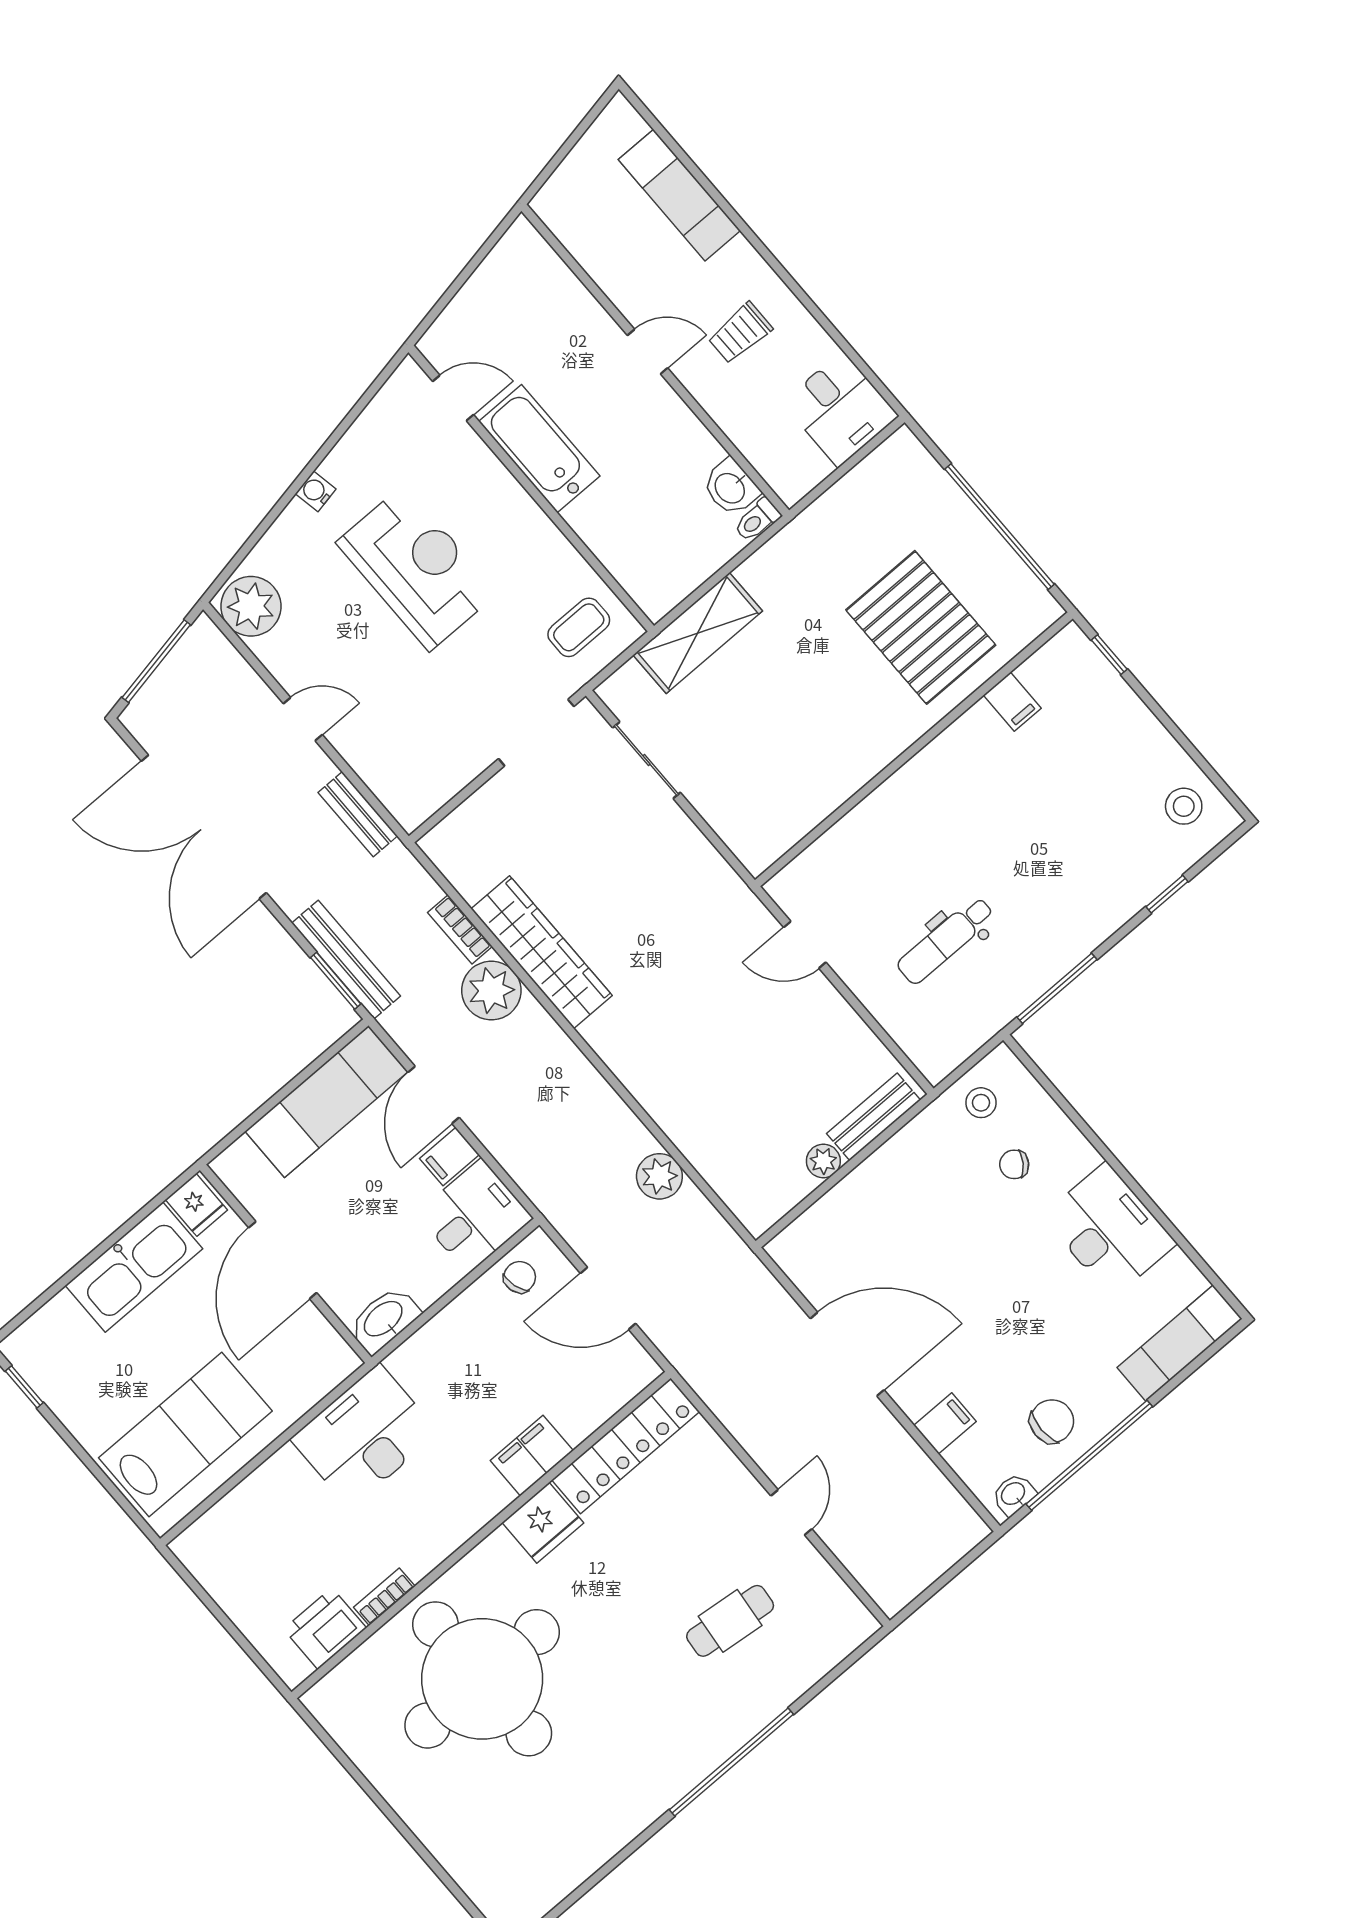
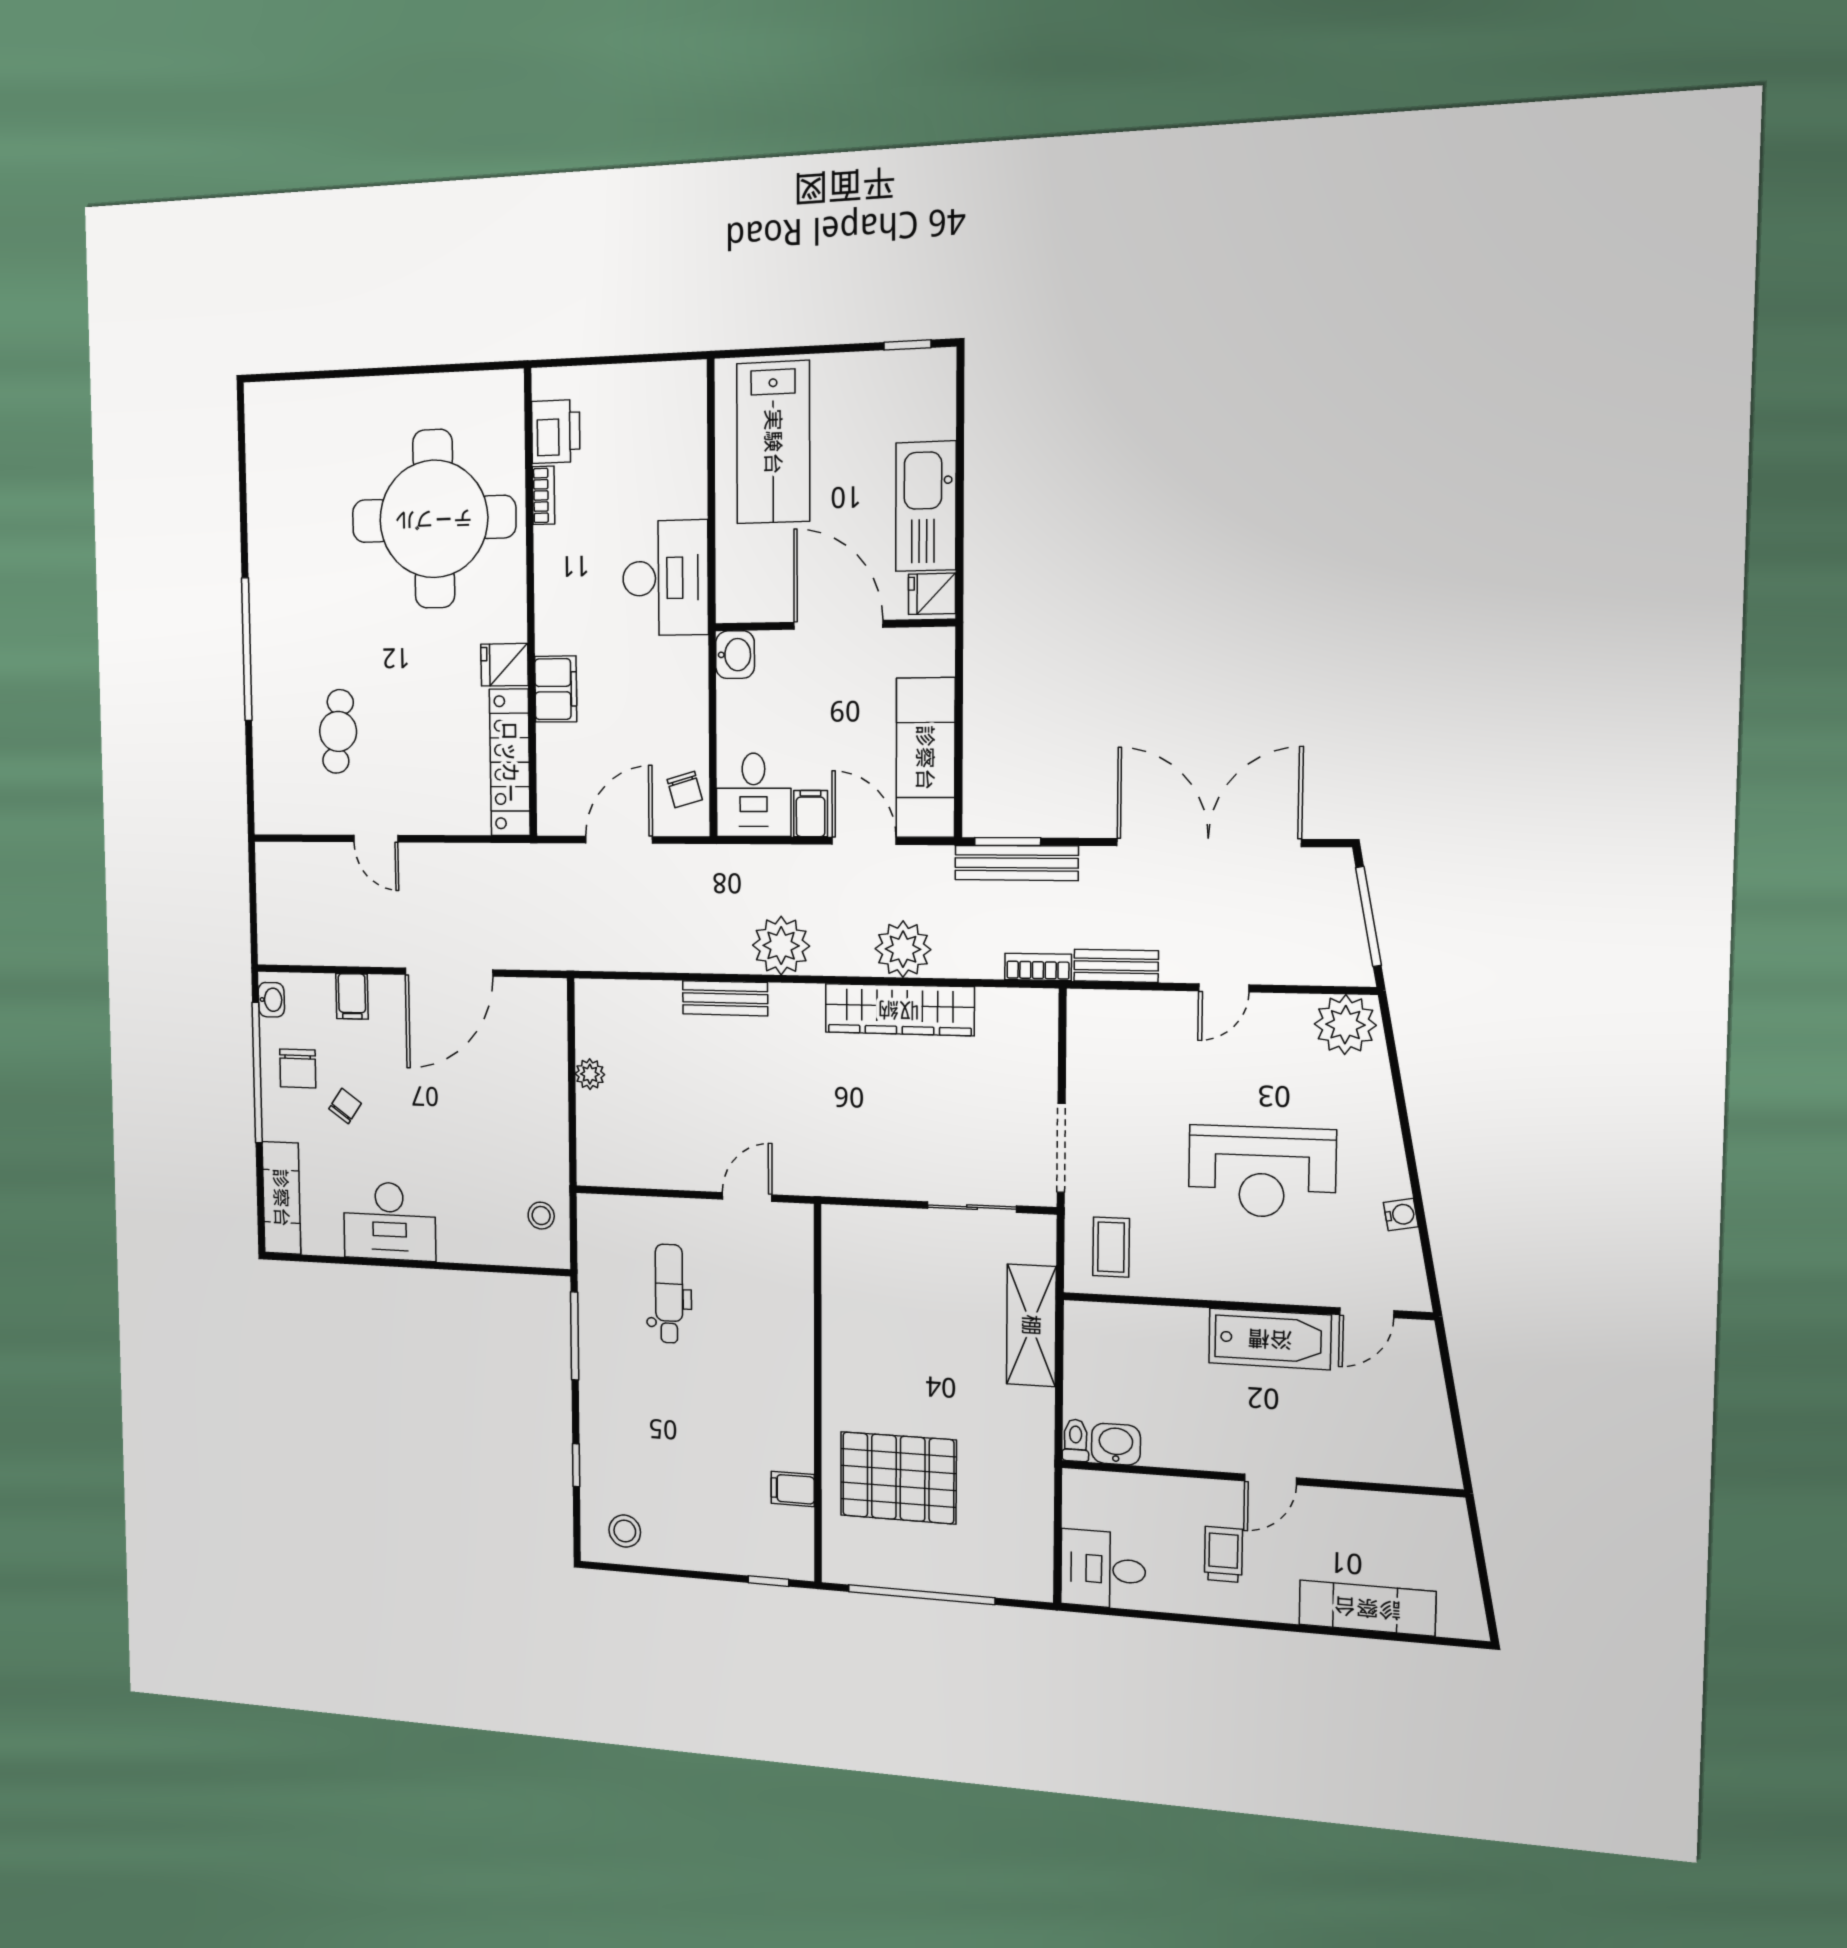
water cooler: (316, 491) -> (1401, 1215), moved
bookcase: (460, 930) -> (1038, 967), moved
bench: (873, 1117) -> (725, 998), moved, turned 90
chair: (1014, 1164) -> (345, 1106), moved
plant: (659, 1176) -> (781, 946), moved, width x1.36, depth x1.36
washbasin: (384, 1320) -> (735, 655), width x0.72
fridge: (543, 1523) -> (504, 665), width x0.72

